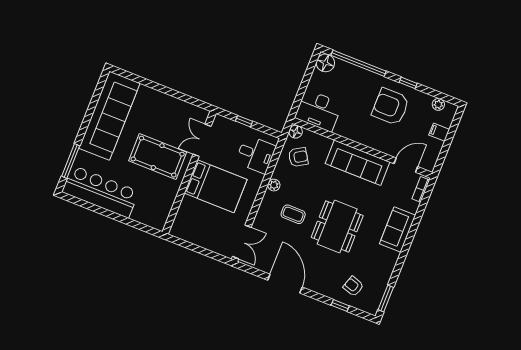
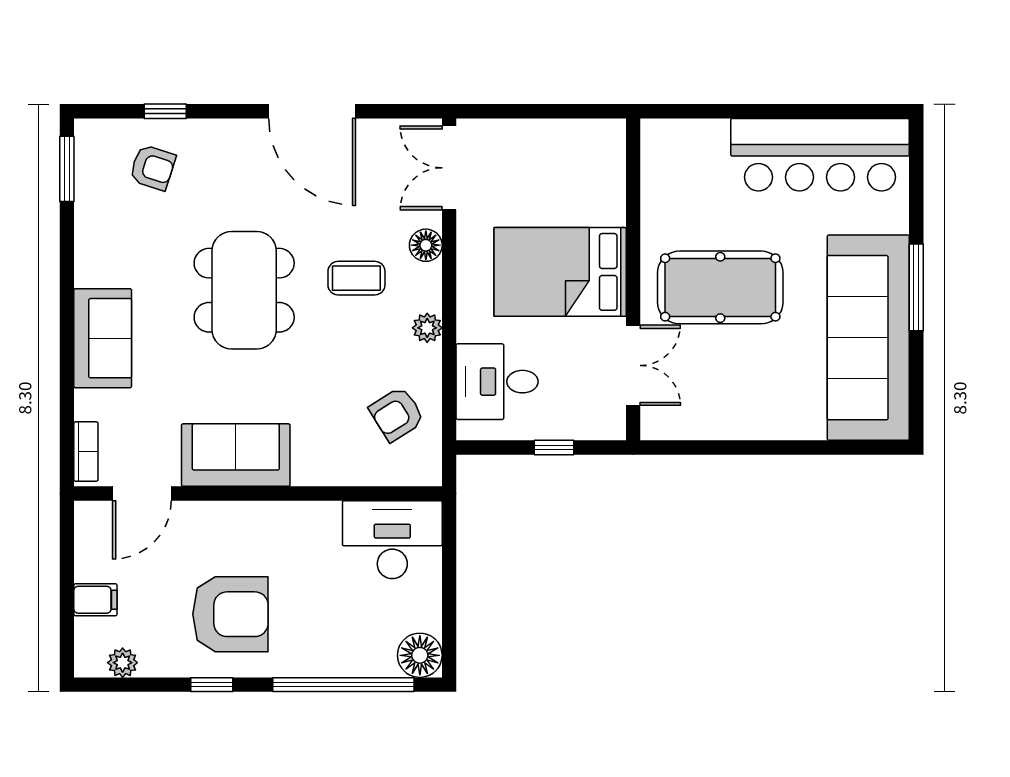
floor lamp: (296, 132) -> (426, 245), moved
window: (71, 161) -> (916, 287), moved
sofa: (357, 163) -> (236, 455), width x0.73

